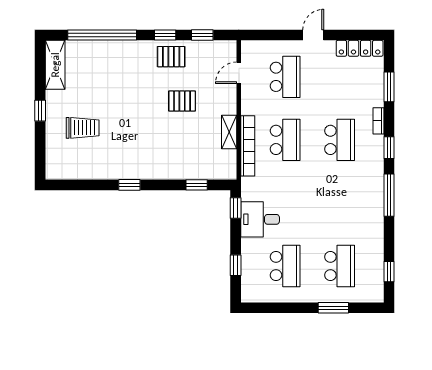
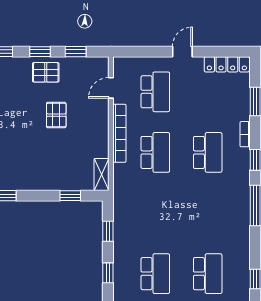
pallet: (182, 101) -> (56, 115), turned 90
shelving: (229, 132) -> (102, 175), moved
bookcase: (248, 146) -> (119, 133), moved
window: (236, 208) -> (108, 231), moved
desk: (260, 219) -> (131, 229), removed

